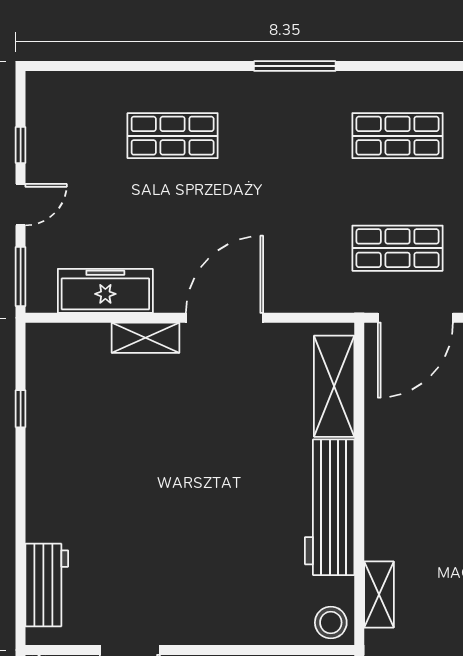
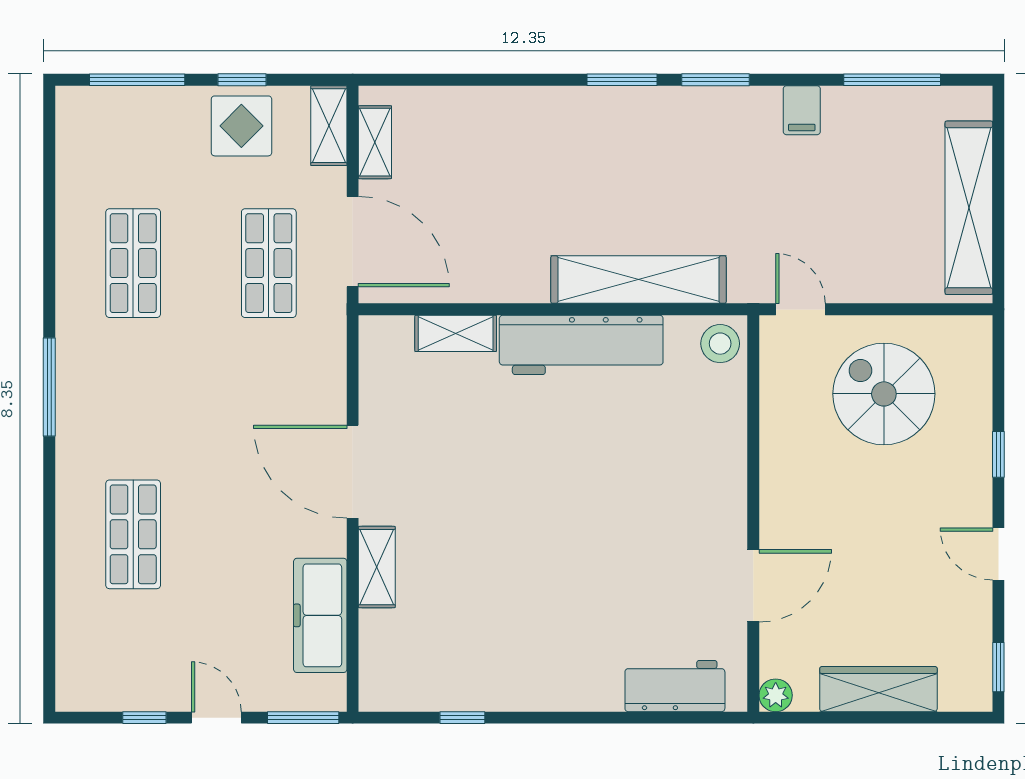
shelving: (334, 386) -> (456, 333), width x0.67, depth x0.75
shelving: (379, 594) -> (639, 280), width x2.20, depth x1.33

